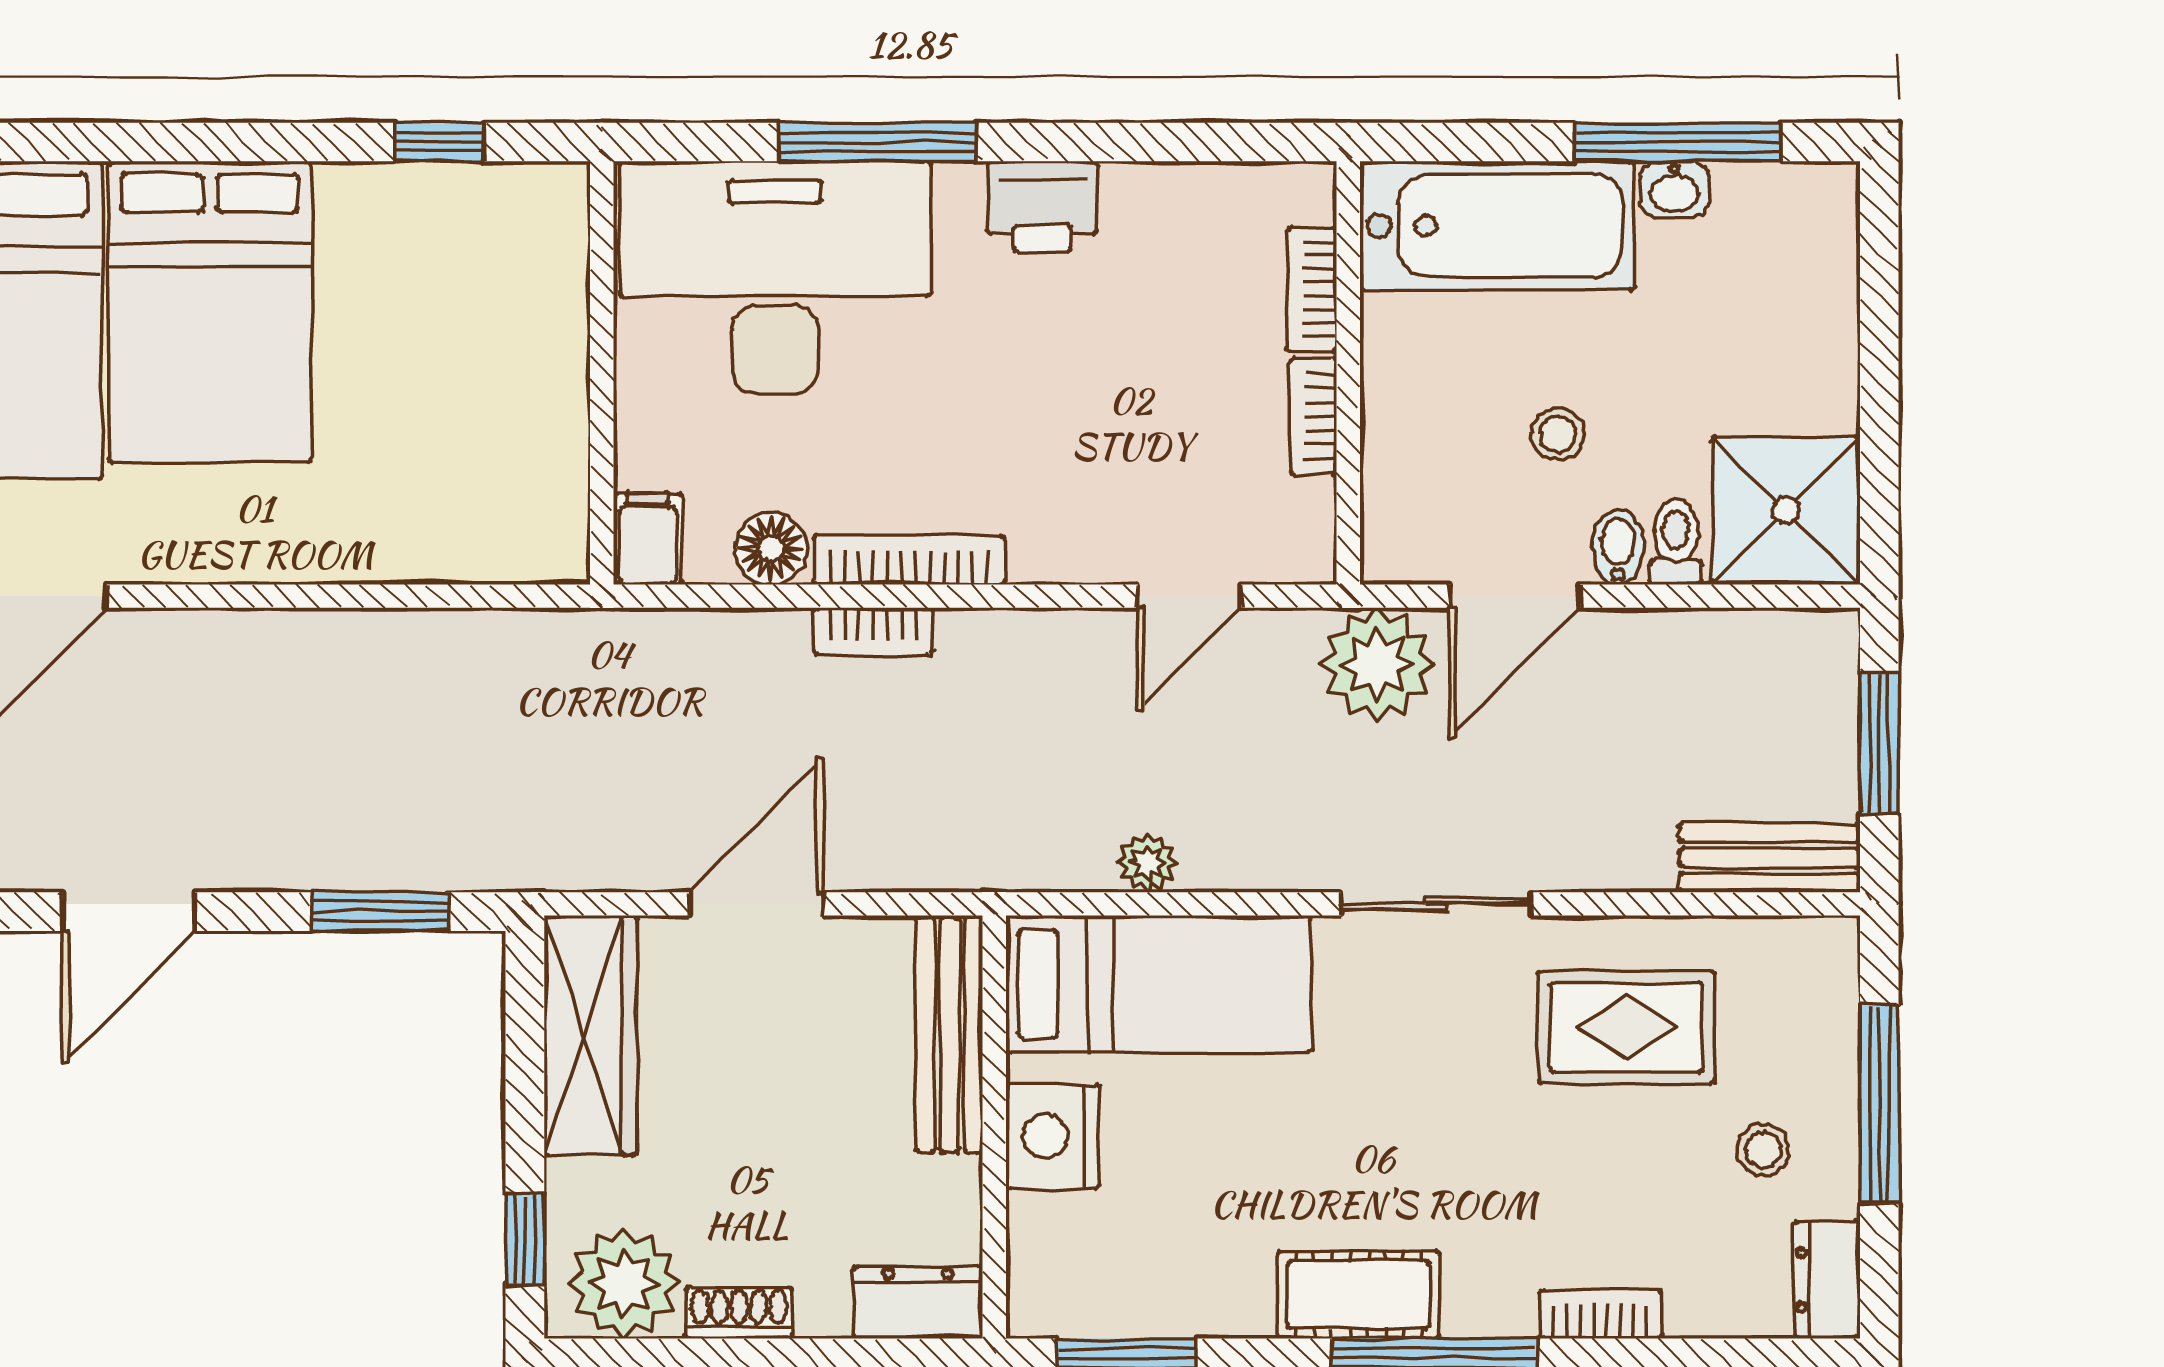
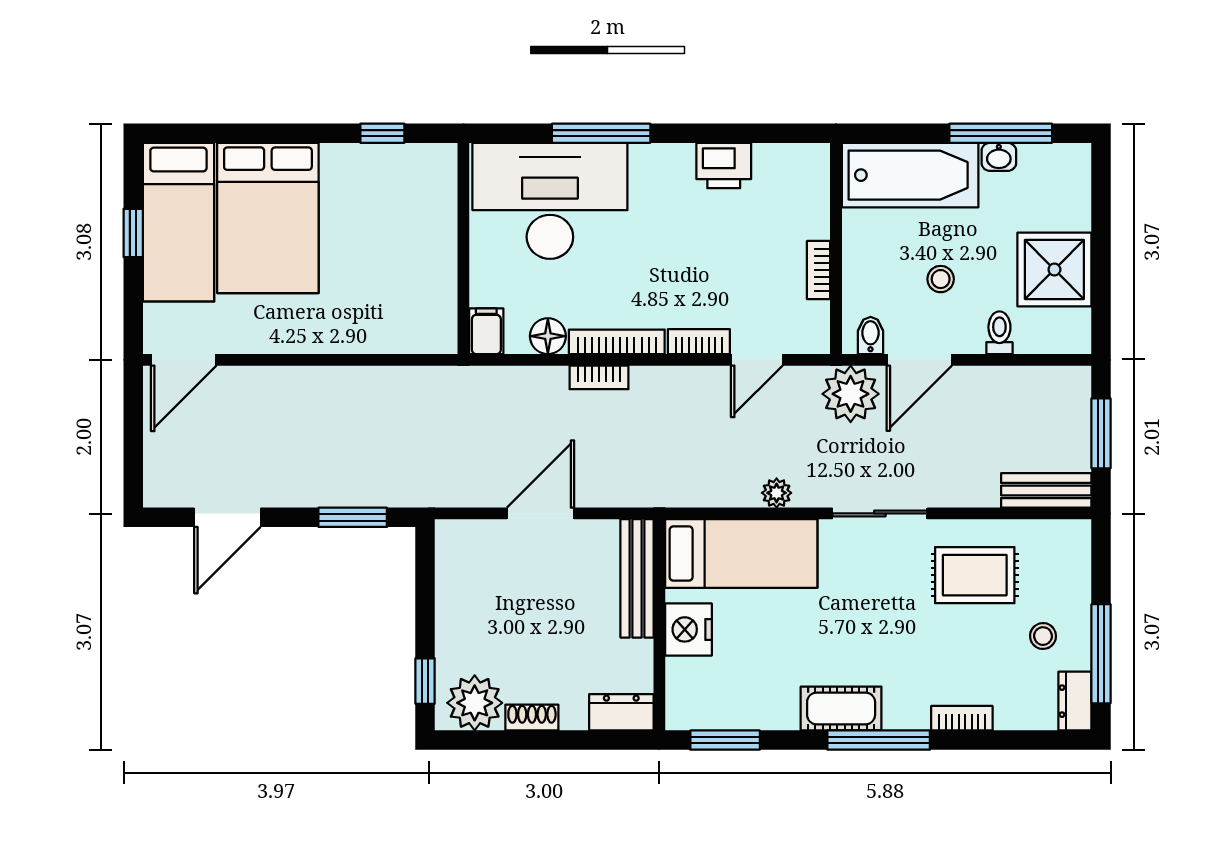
printer: (1042, 207) -> (724, 166), moved
bookcase: (1312, 289) -> (699, 342), moved, turned 90
shower: (1786, 510) -> (1054, 270), moved
bidet: (1618, 547) -> (871, 335), moved
plant: (1148, 863) -> (777, 493), moved
wardrobe: (590, 1035) -> (458, 579), removed
window: (1879, 1104) -> (1101, 654), moved

